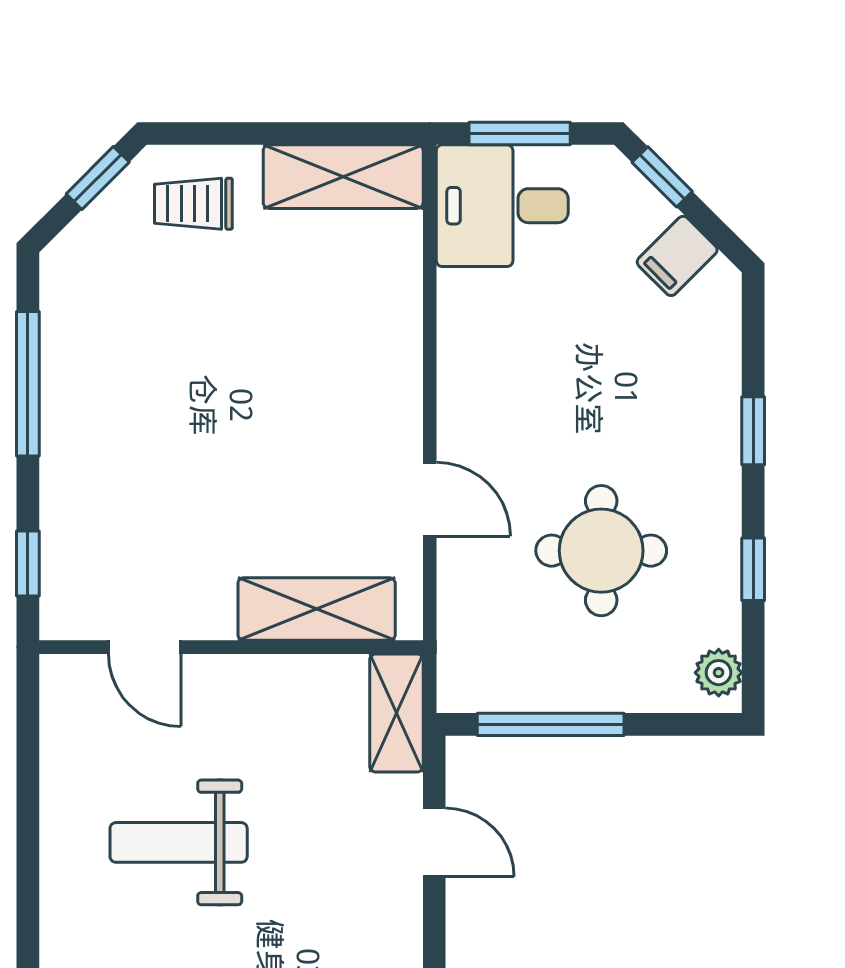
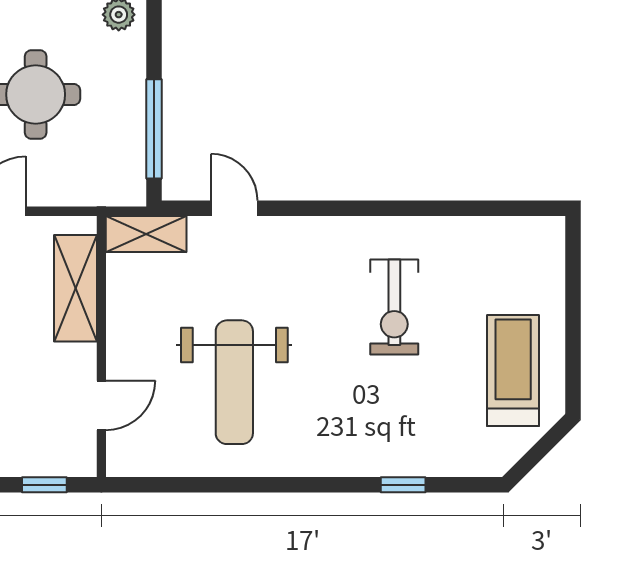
weight bench: (179, 842) -> (234, 382), width x1.36, depth x1.33
door: (434, 842) -> (234, 208), hinge flipped

